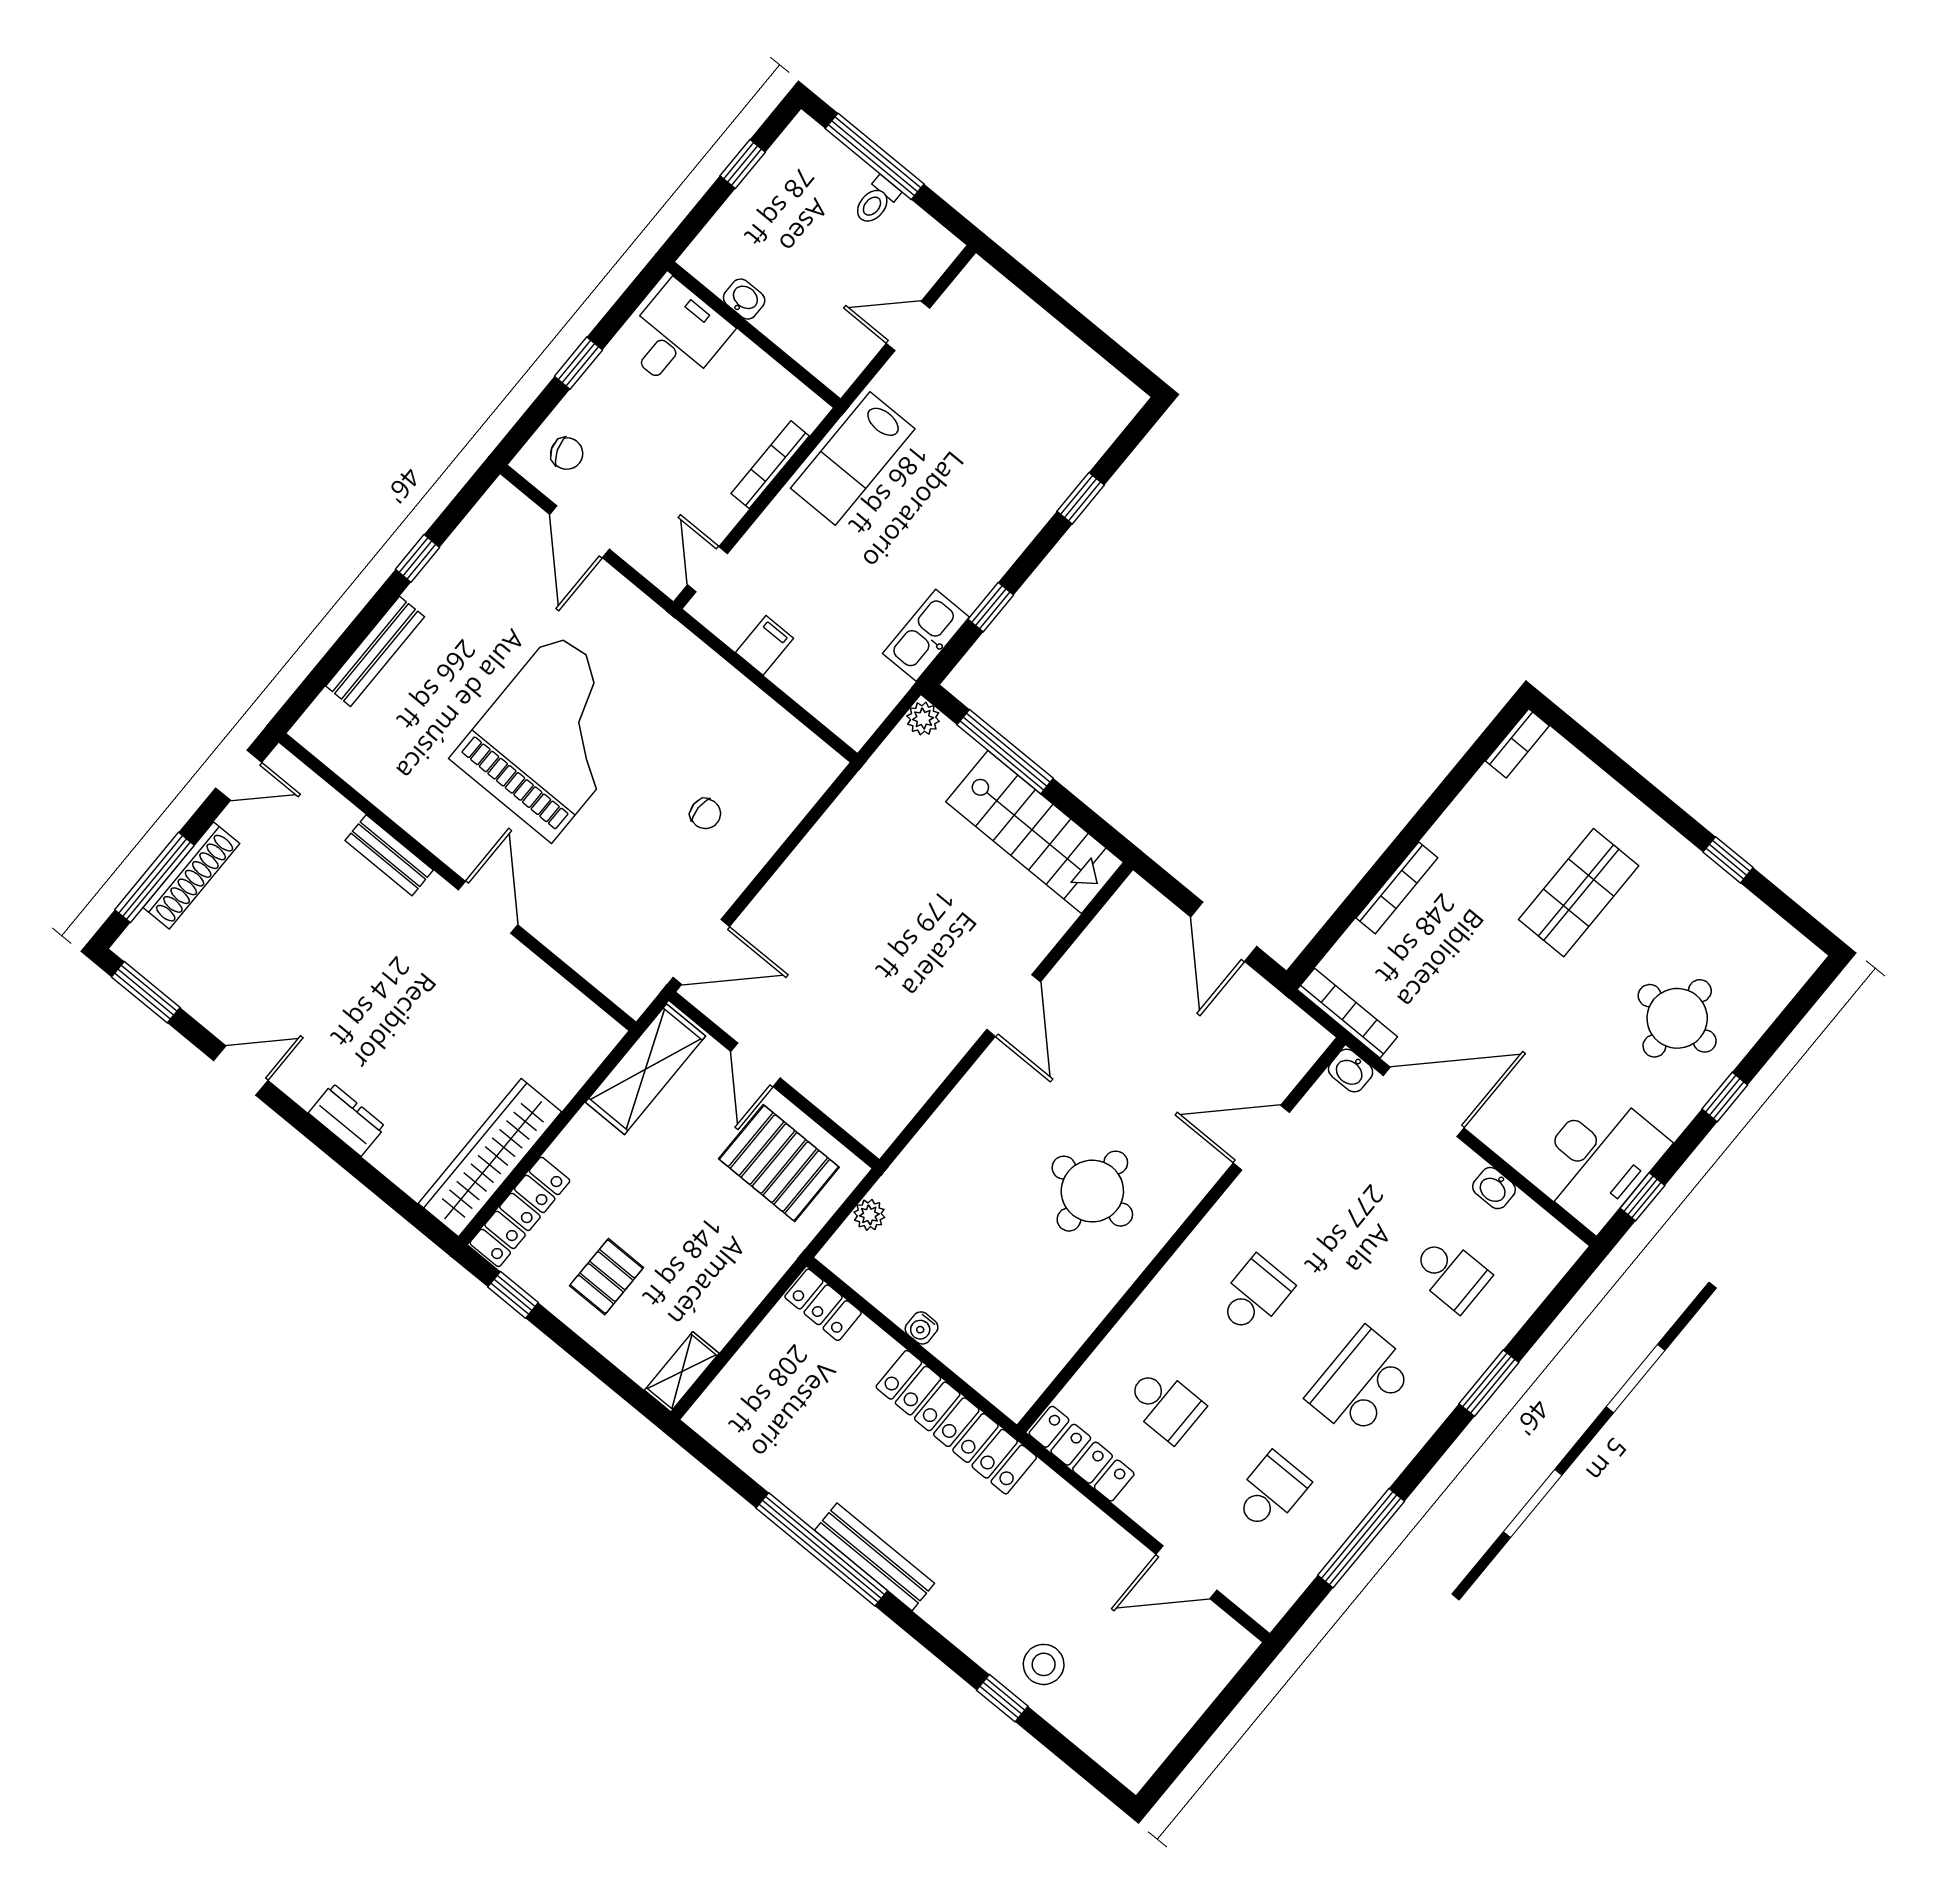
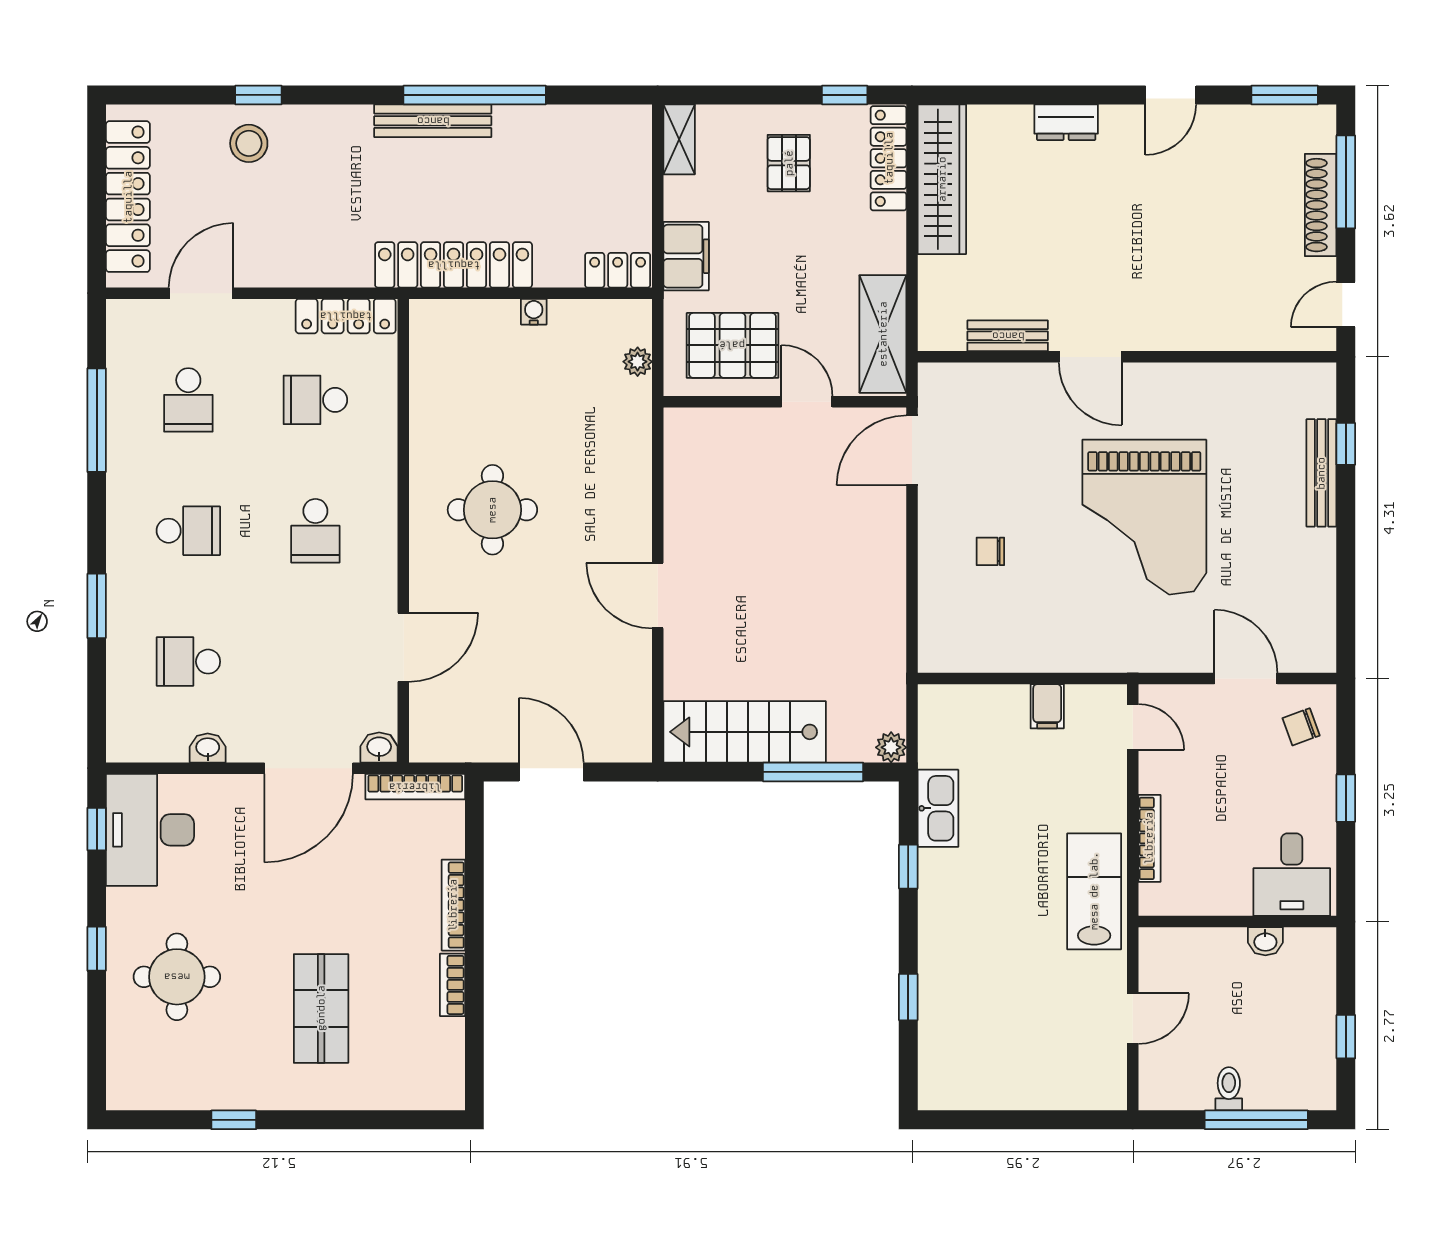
window: (418, 558) -> (1346, 444), moved
bookcase: (1517, 743) -> (453, 985), moved
bench: (389, 855) -> (1008, 336), moved
filing cabinet: (756, 1269) -> (686, 256), added
school desk: (1361, 1383) -> (188, 531), width x0.54
locker: (1181, 1703) -> (128, 197), added

